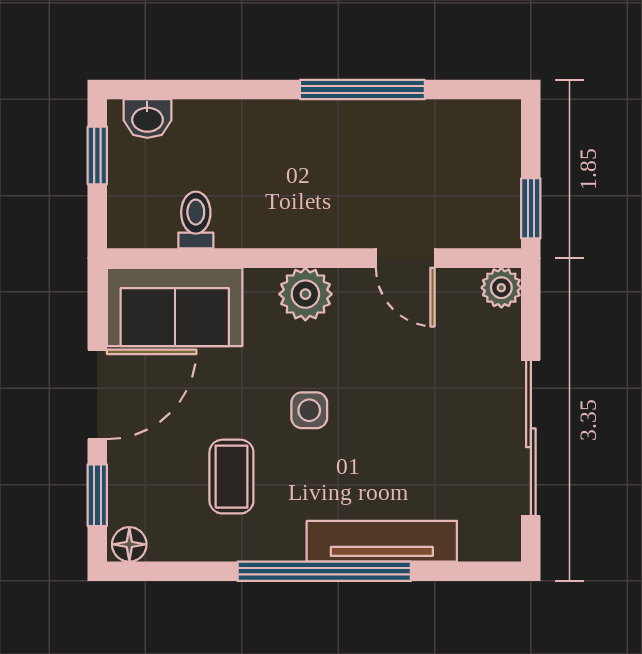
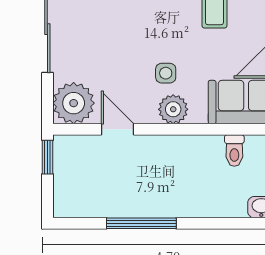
plant: (501, 288) -> (74, 103), width x1.88, depth x1.88
side table: (309, 410) -> (166, 73), moved

